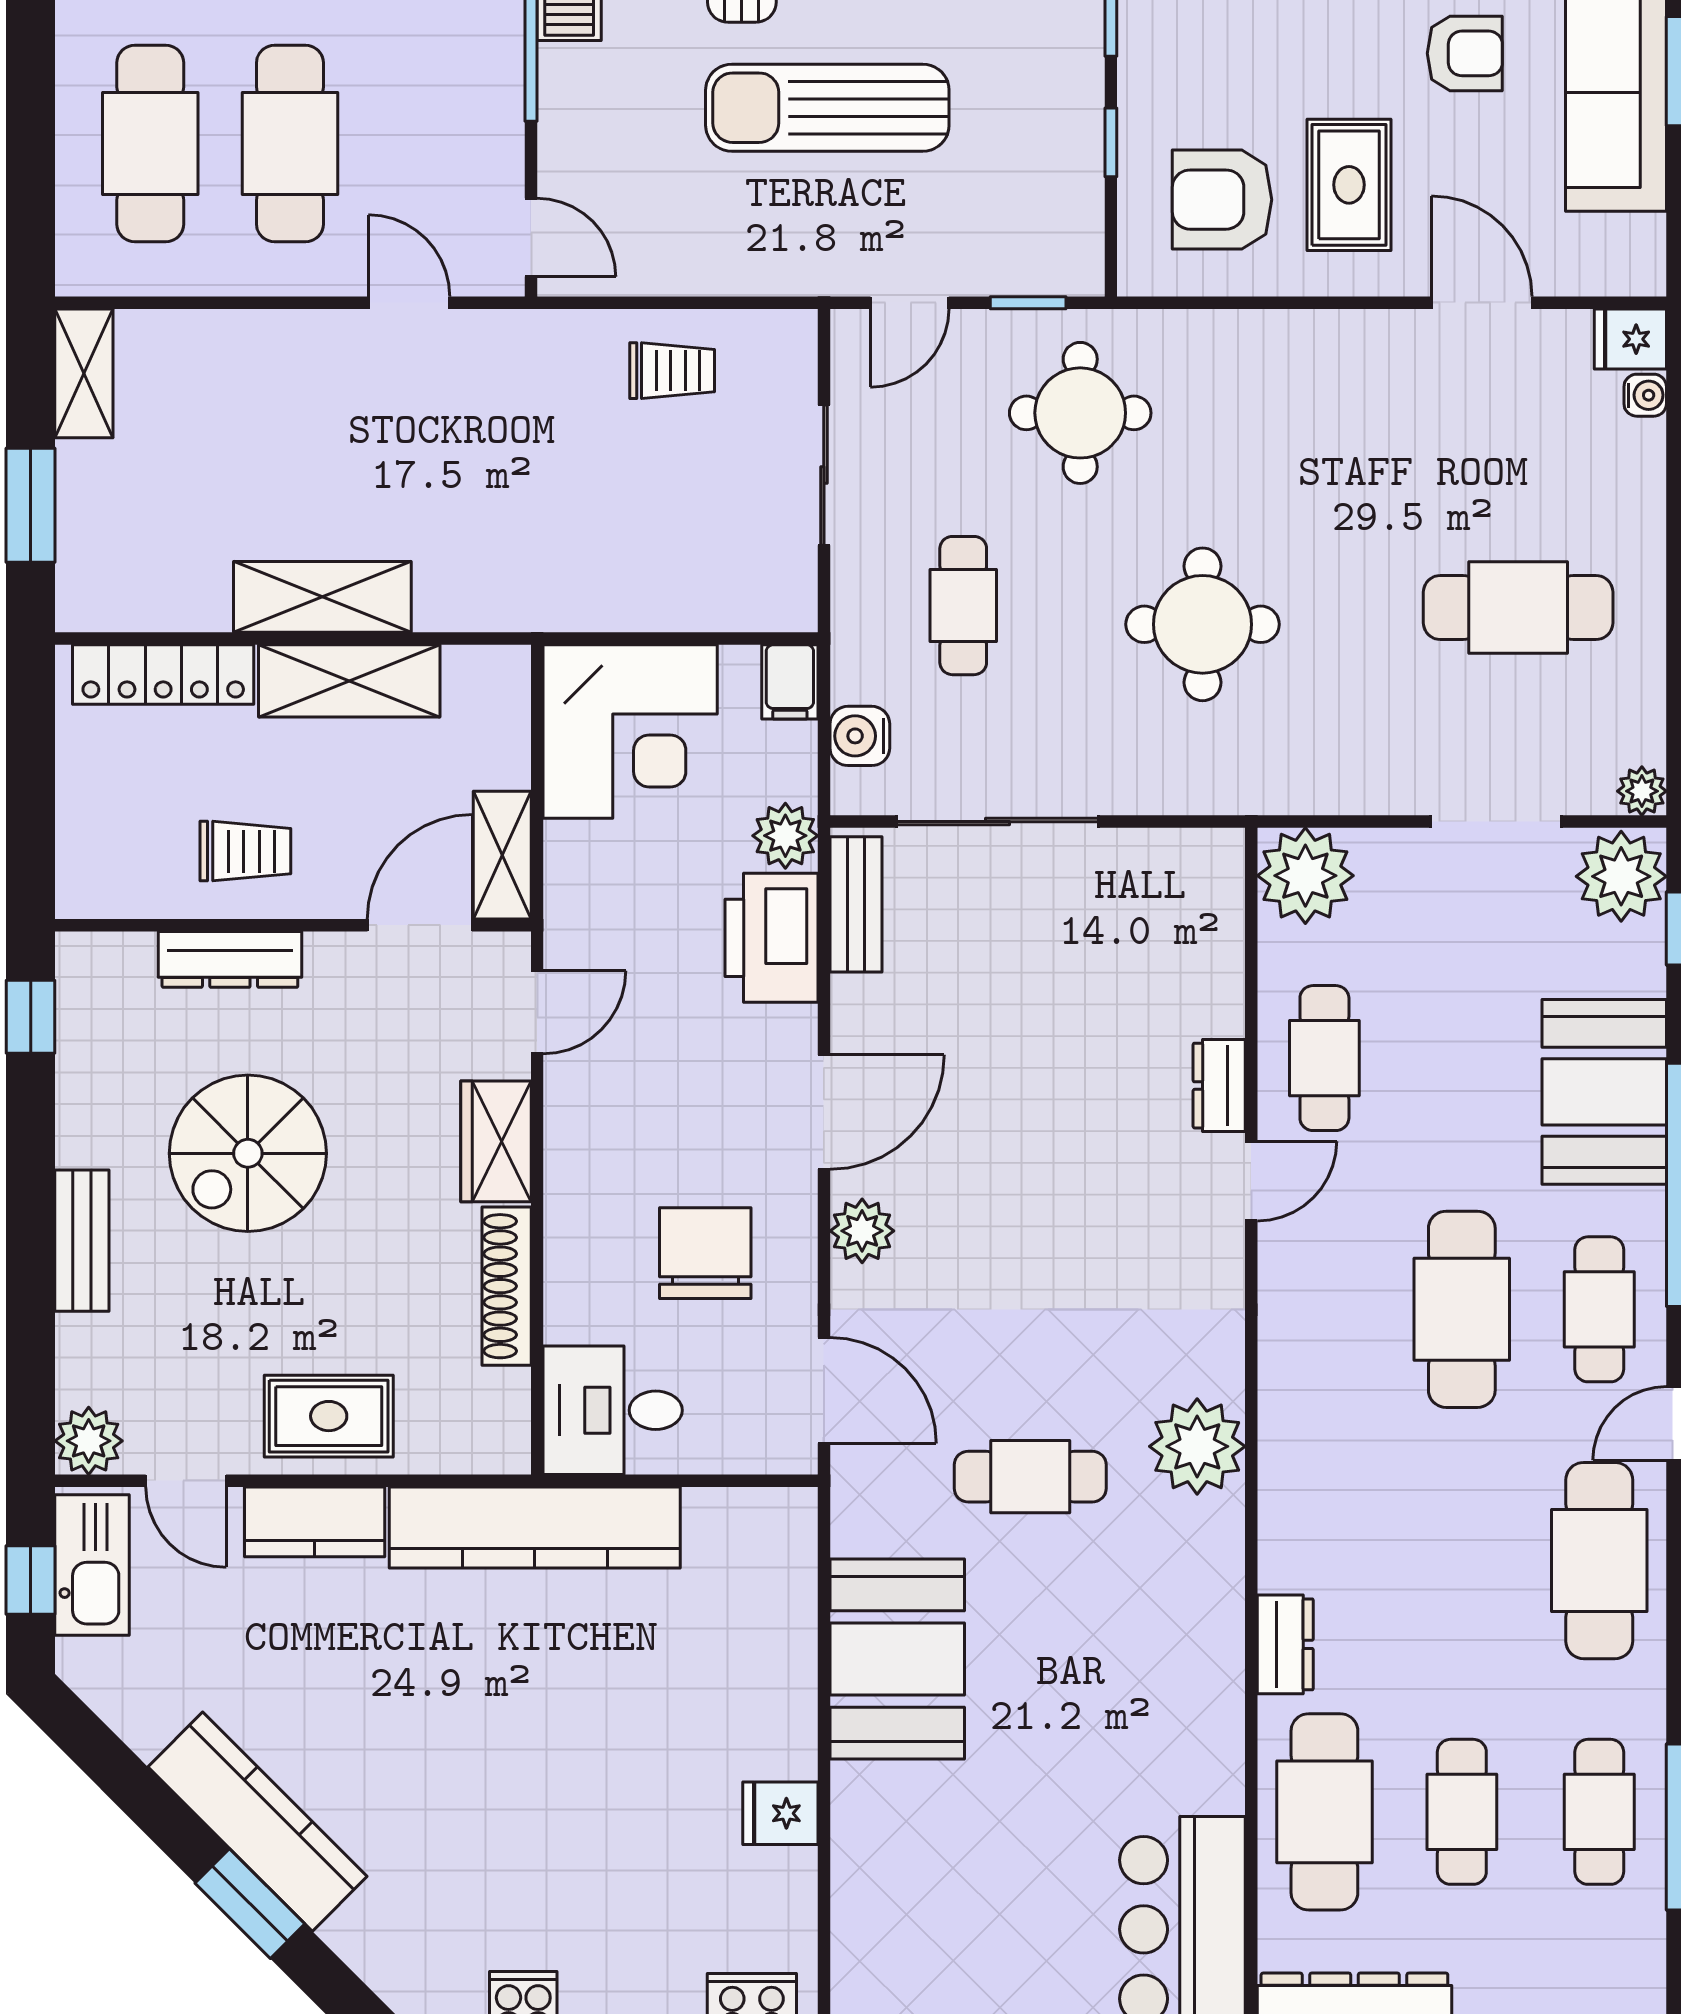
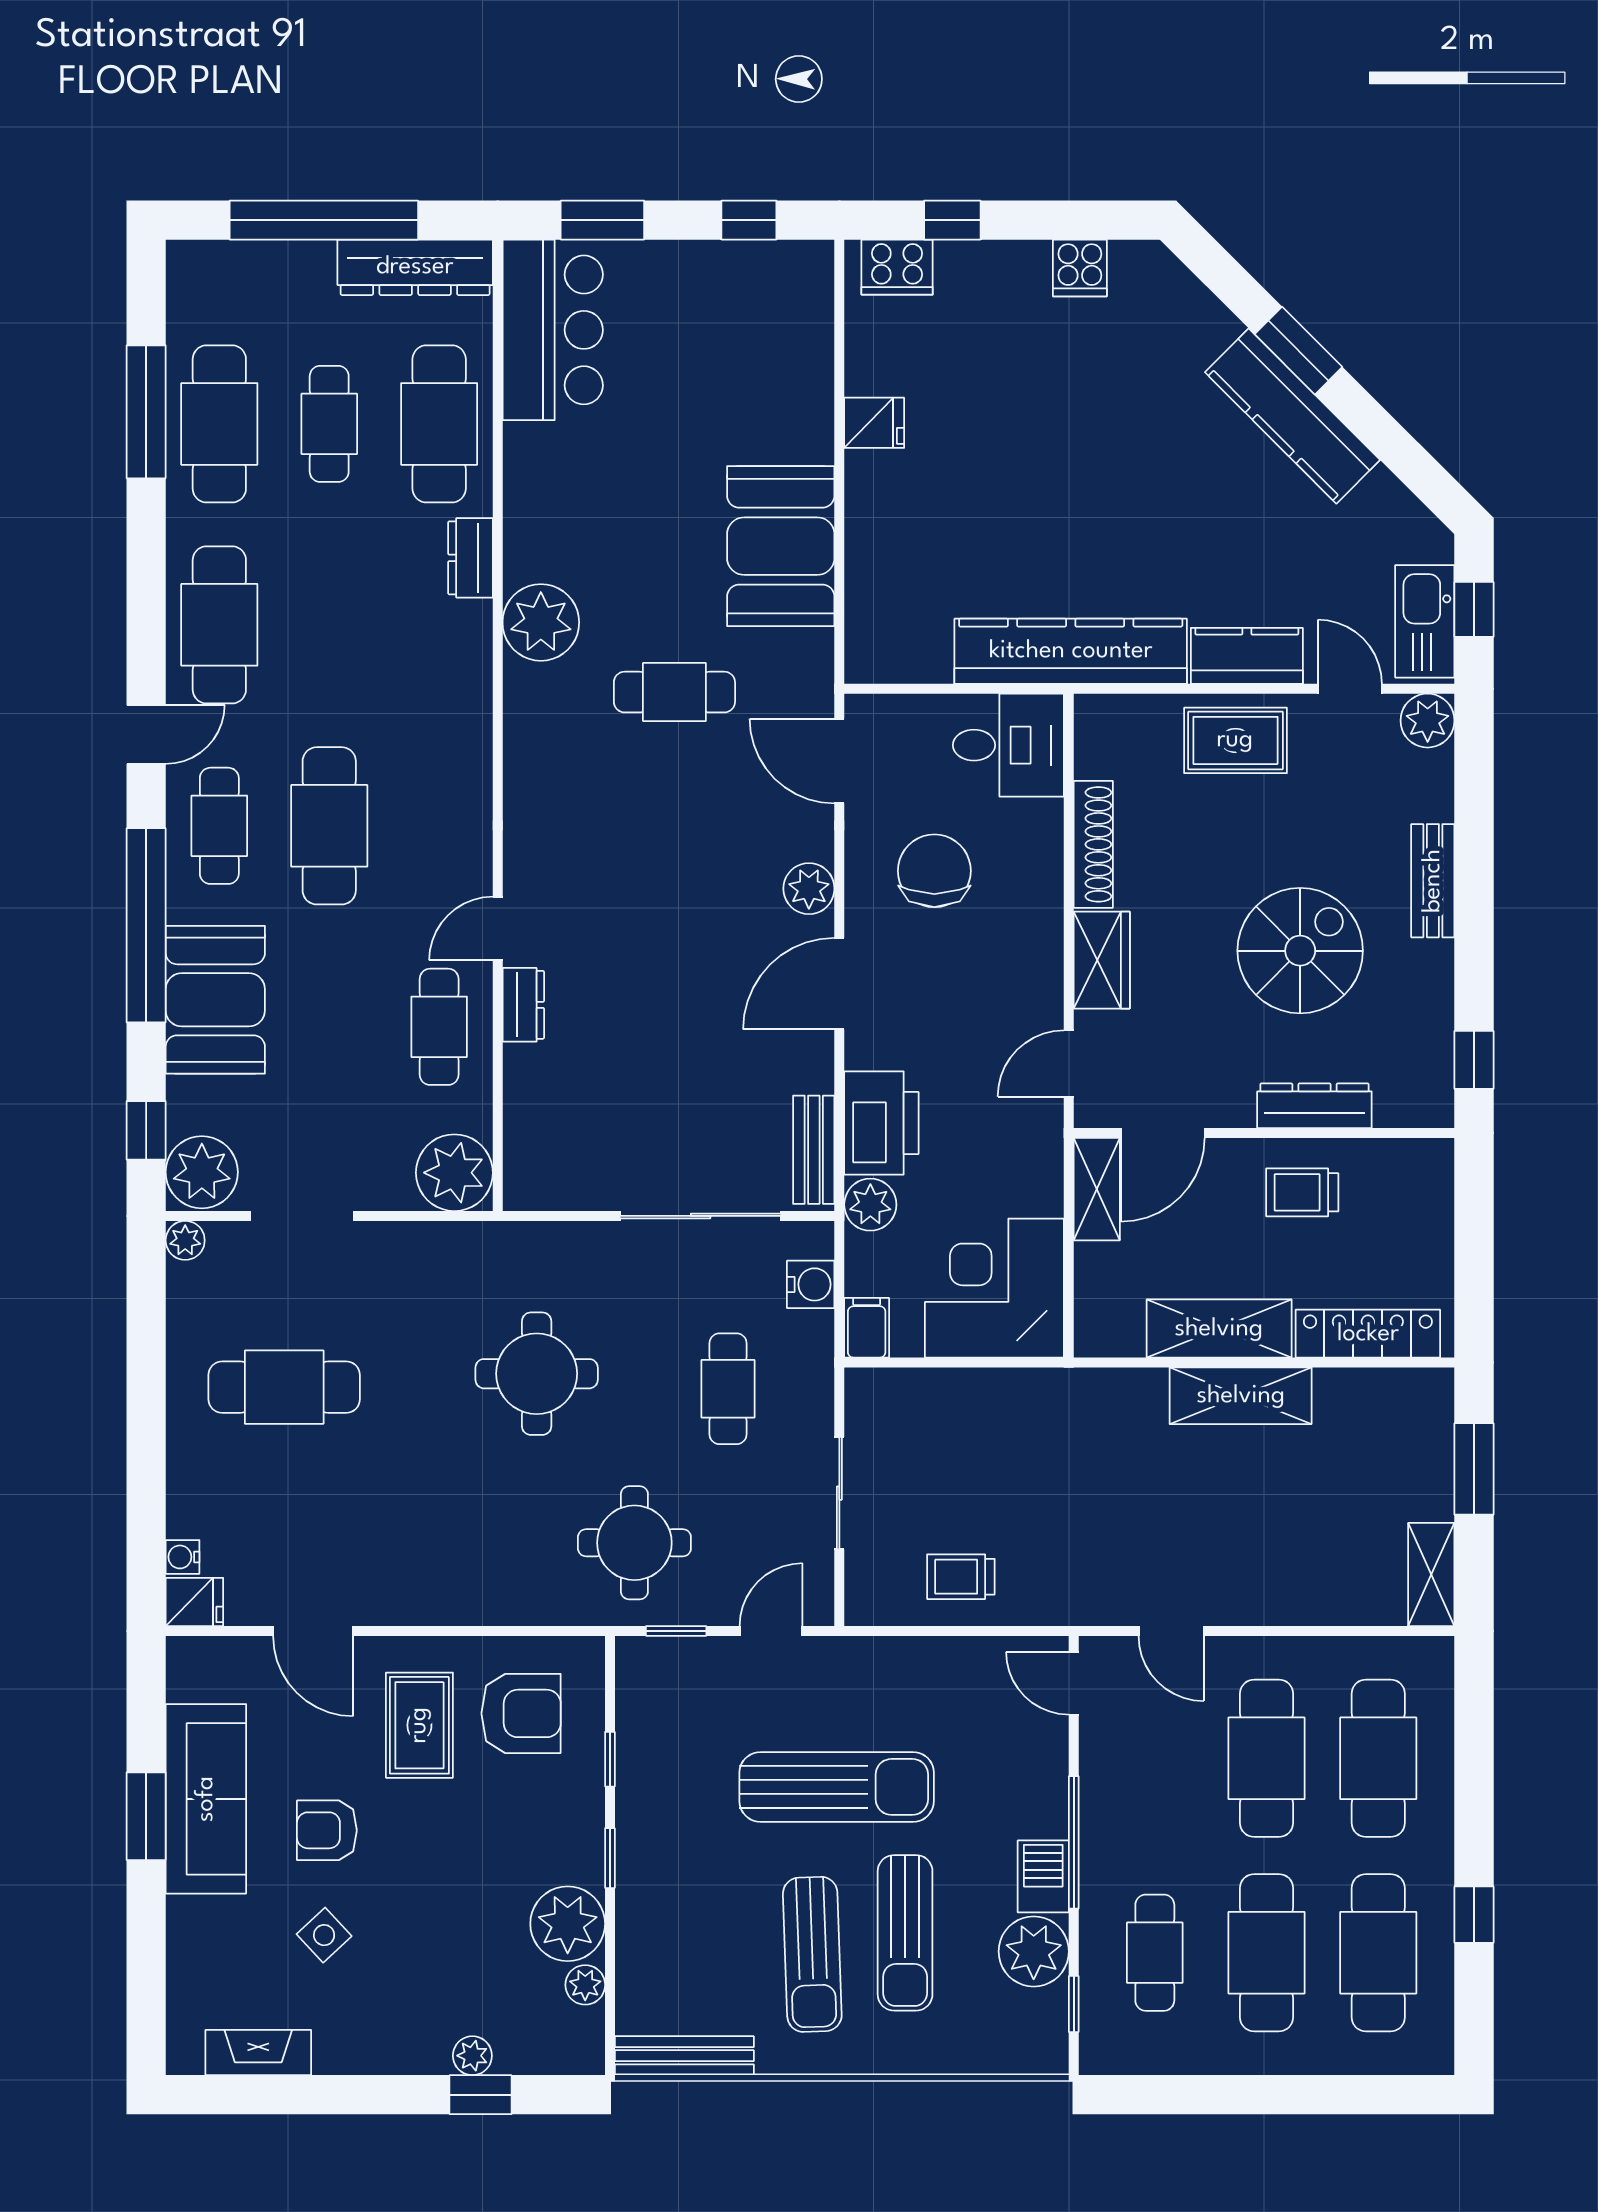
chair: (705, 1253) -> (934, 871), turned 180
plant: (1197, 1446) -> (541, 622), moved
cafe table: (1599, 1812) -> (219, 424), width x1.37, depth x1.35

